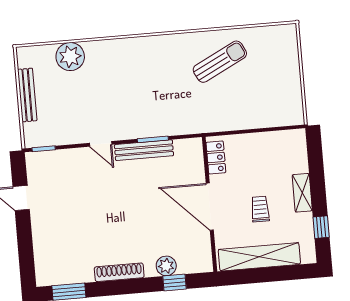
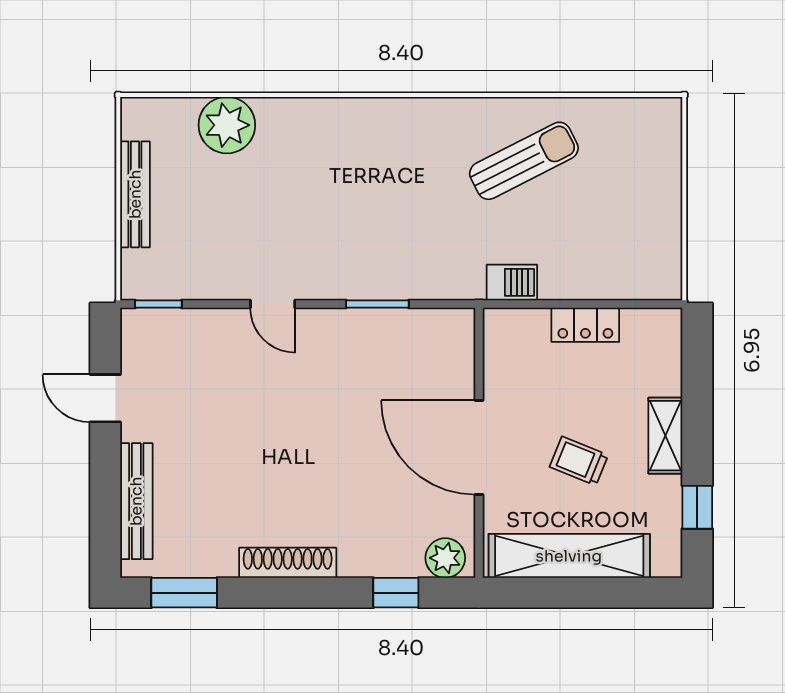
barbecue: (219, 123) -> (512, 282), added
bench: (144, 150) -> (136, 501), moved, turned 90
locker: (216, 157) -> (585, 325), moved, turned 90
trolley: (260, 209) -> (579, 461), turned -68
plant: (166, 266) -> (445, 558), moved

